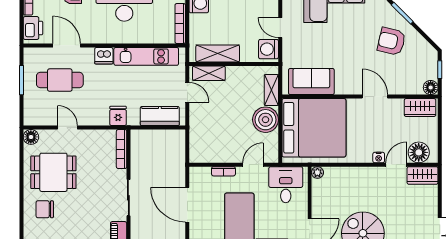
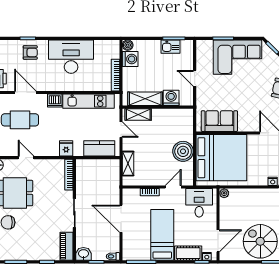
washing machine: (269, 49) -> (171, 98), moved, turned 90
shelving: (271, 90) -> (128, 164), moved

